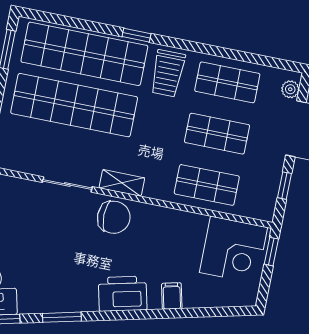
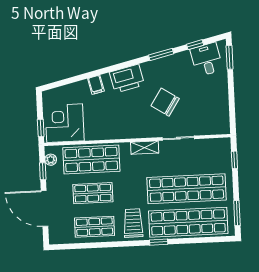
plant: (290, 89) -> (51, 160), moved
shop shelf: (207, 185) -> (91, 159), width x1.43, depth x1.36
chair: (114, 217) -> (165, 102), moved, turned 33

